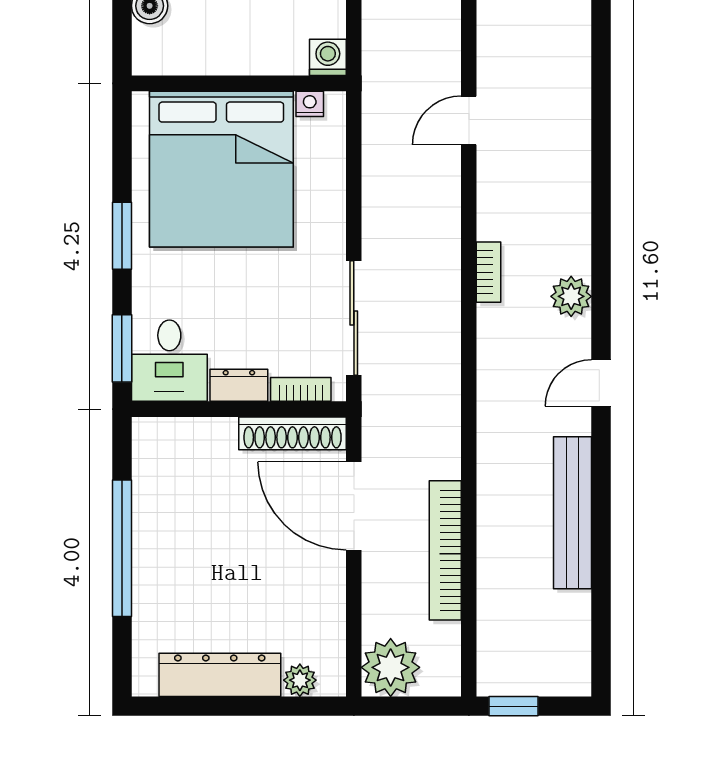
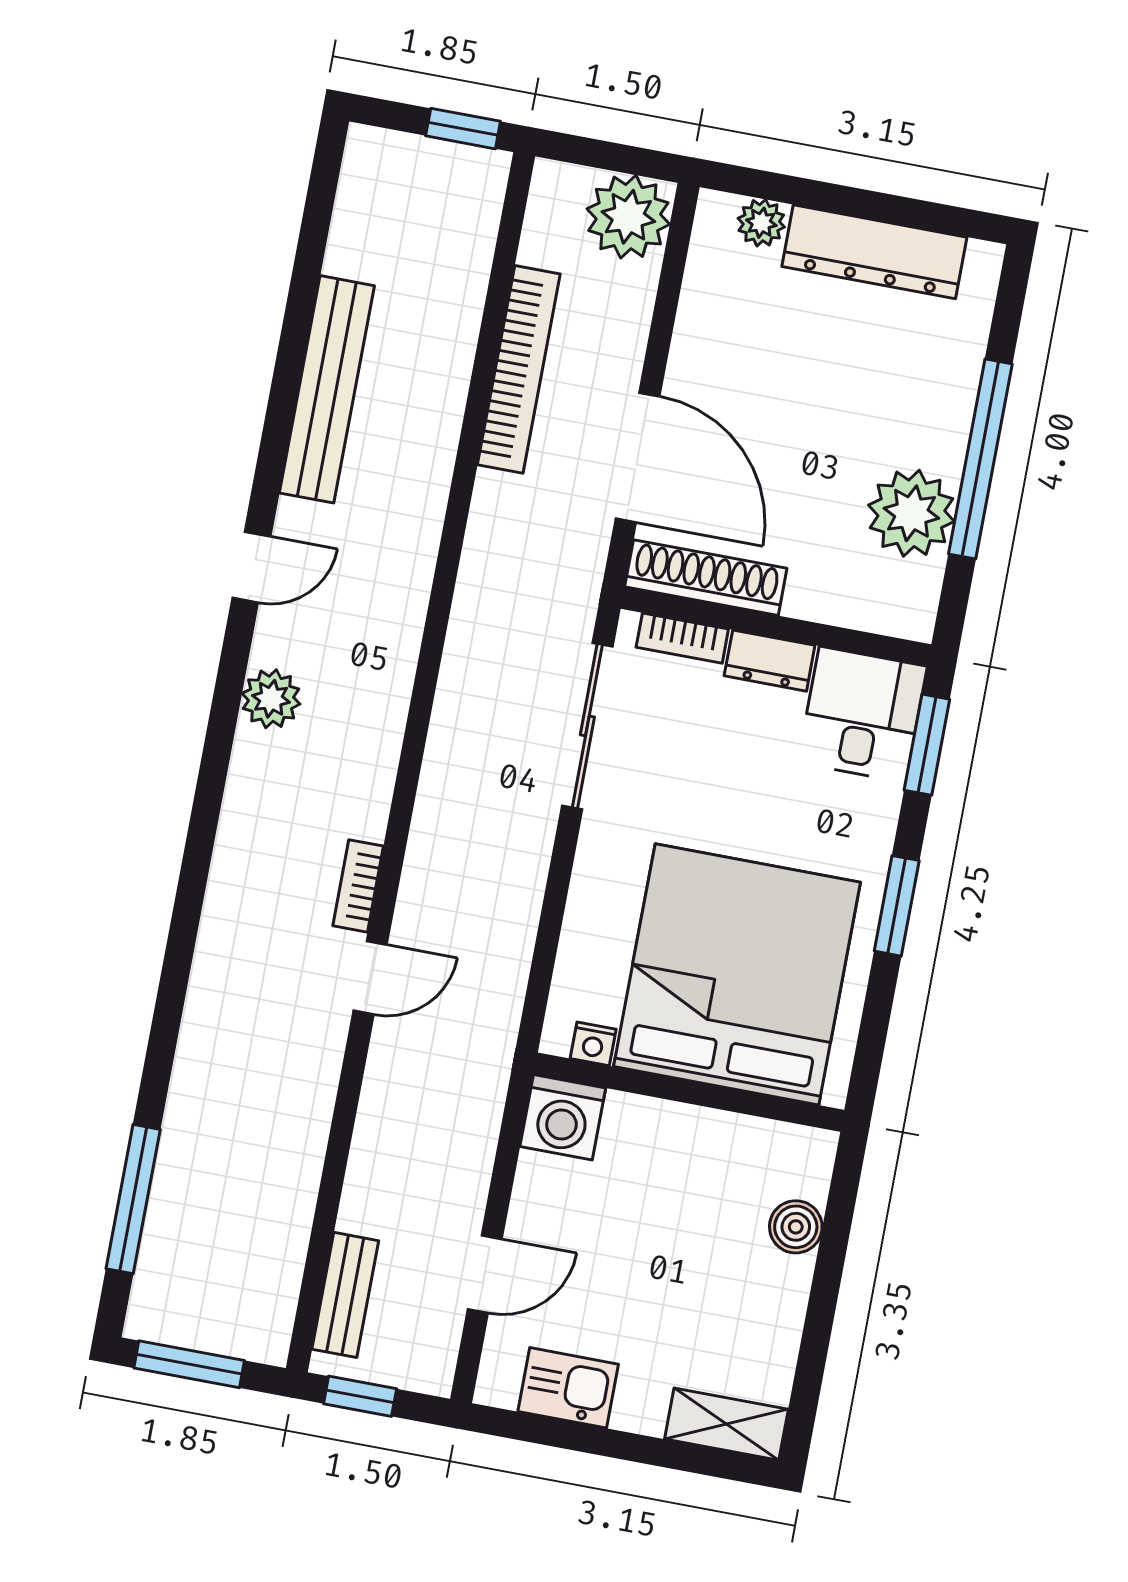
washing machine: (328, 57) -> (563, 1117), width x1.38, depth x1.38
bookcase: (489, 272) -> (358, 886), moved
plant: (162, 503) -> (911, 513), added

